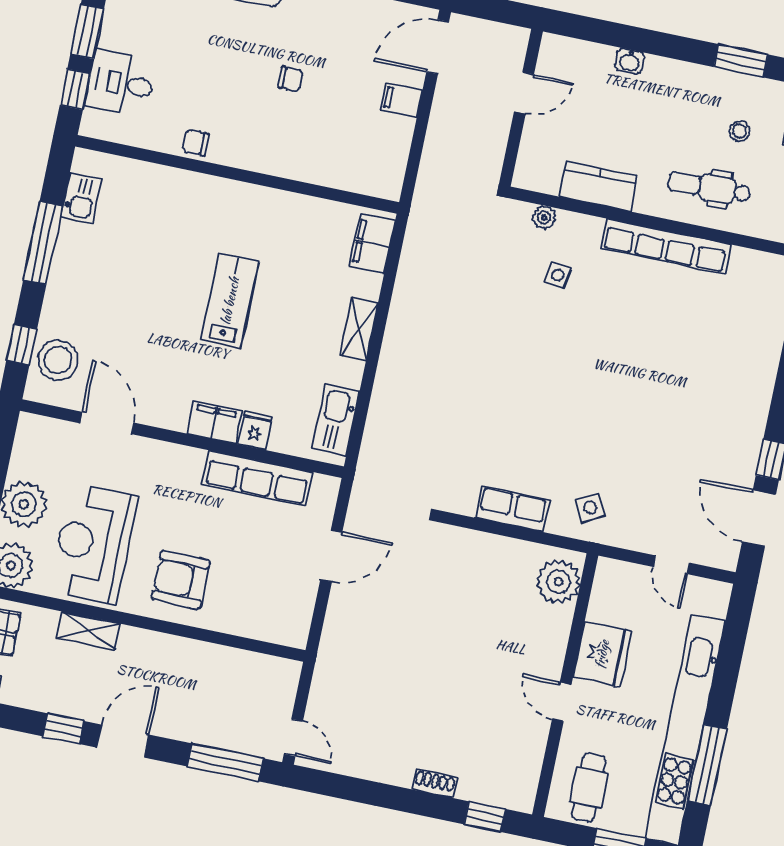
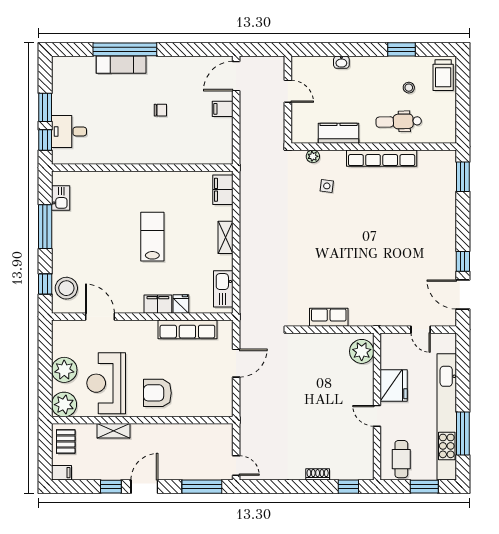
door: (524, 93) -> (288, 91), hinge flipped
chair: (196, 142) -> (116, 155), removed
side table: (590, 508) -> (371, 308), removed

